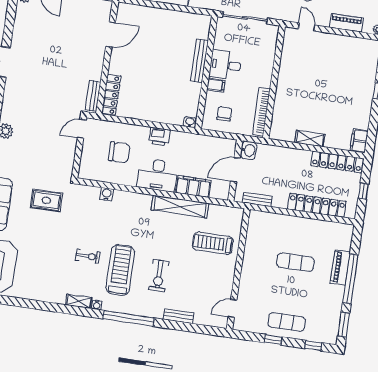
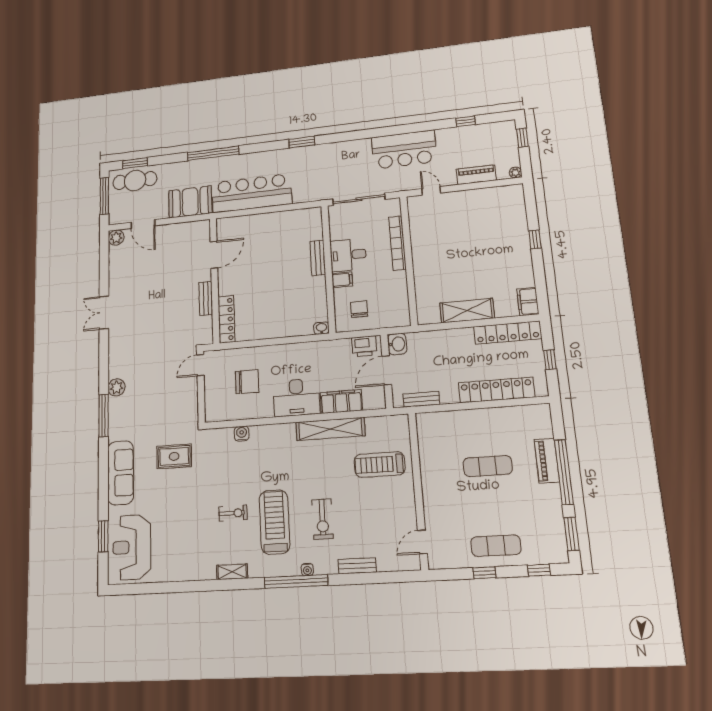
bench: (199, 61) -> (318, 258), width x0.73
bench: (93, 96) -> (206, 298), moved
bookcase: (261, 112) -> (397, 243), moved
printer: (159, 137) -> (364, 346), moved
shelving: (310, 139) -> (467, 311), width x1.50, depth x1.33
water cooler: (97, 305) -> (307, 569), moved

